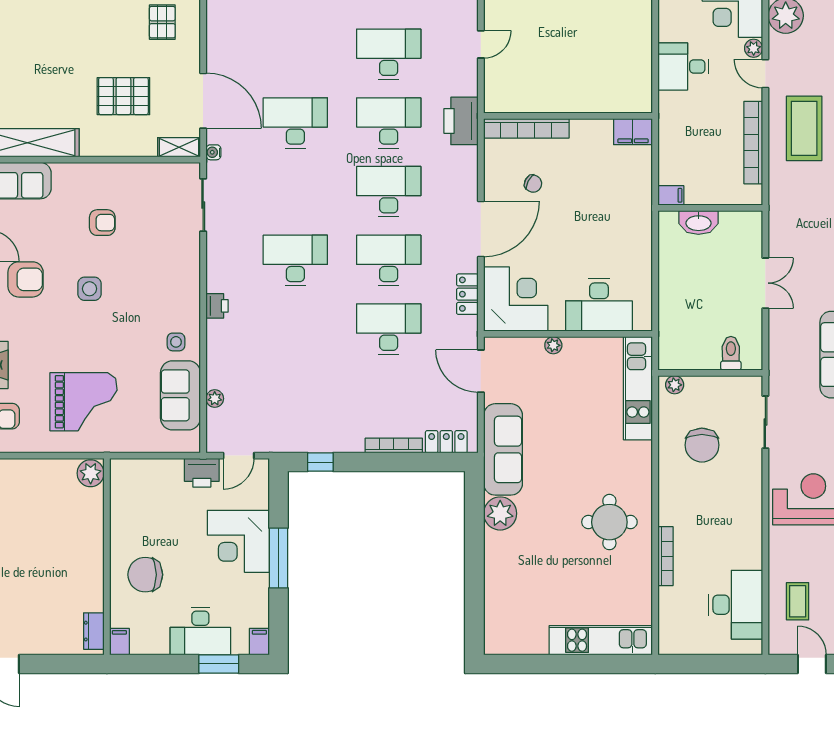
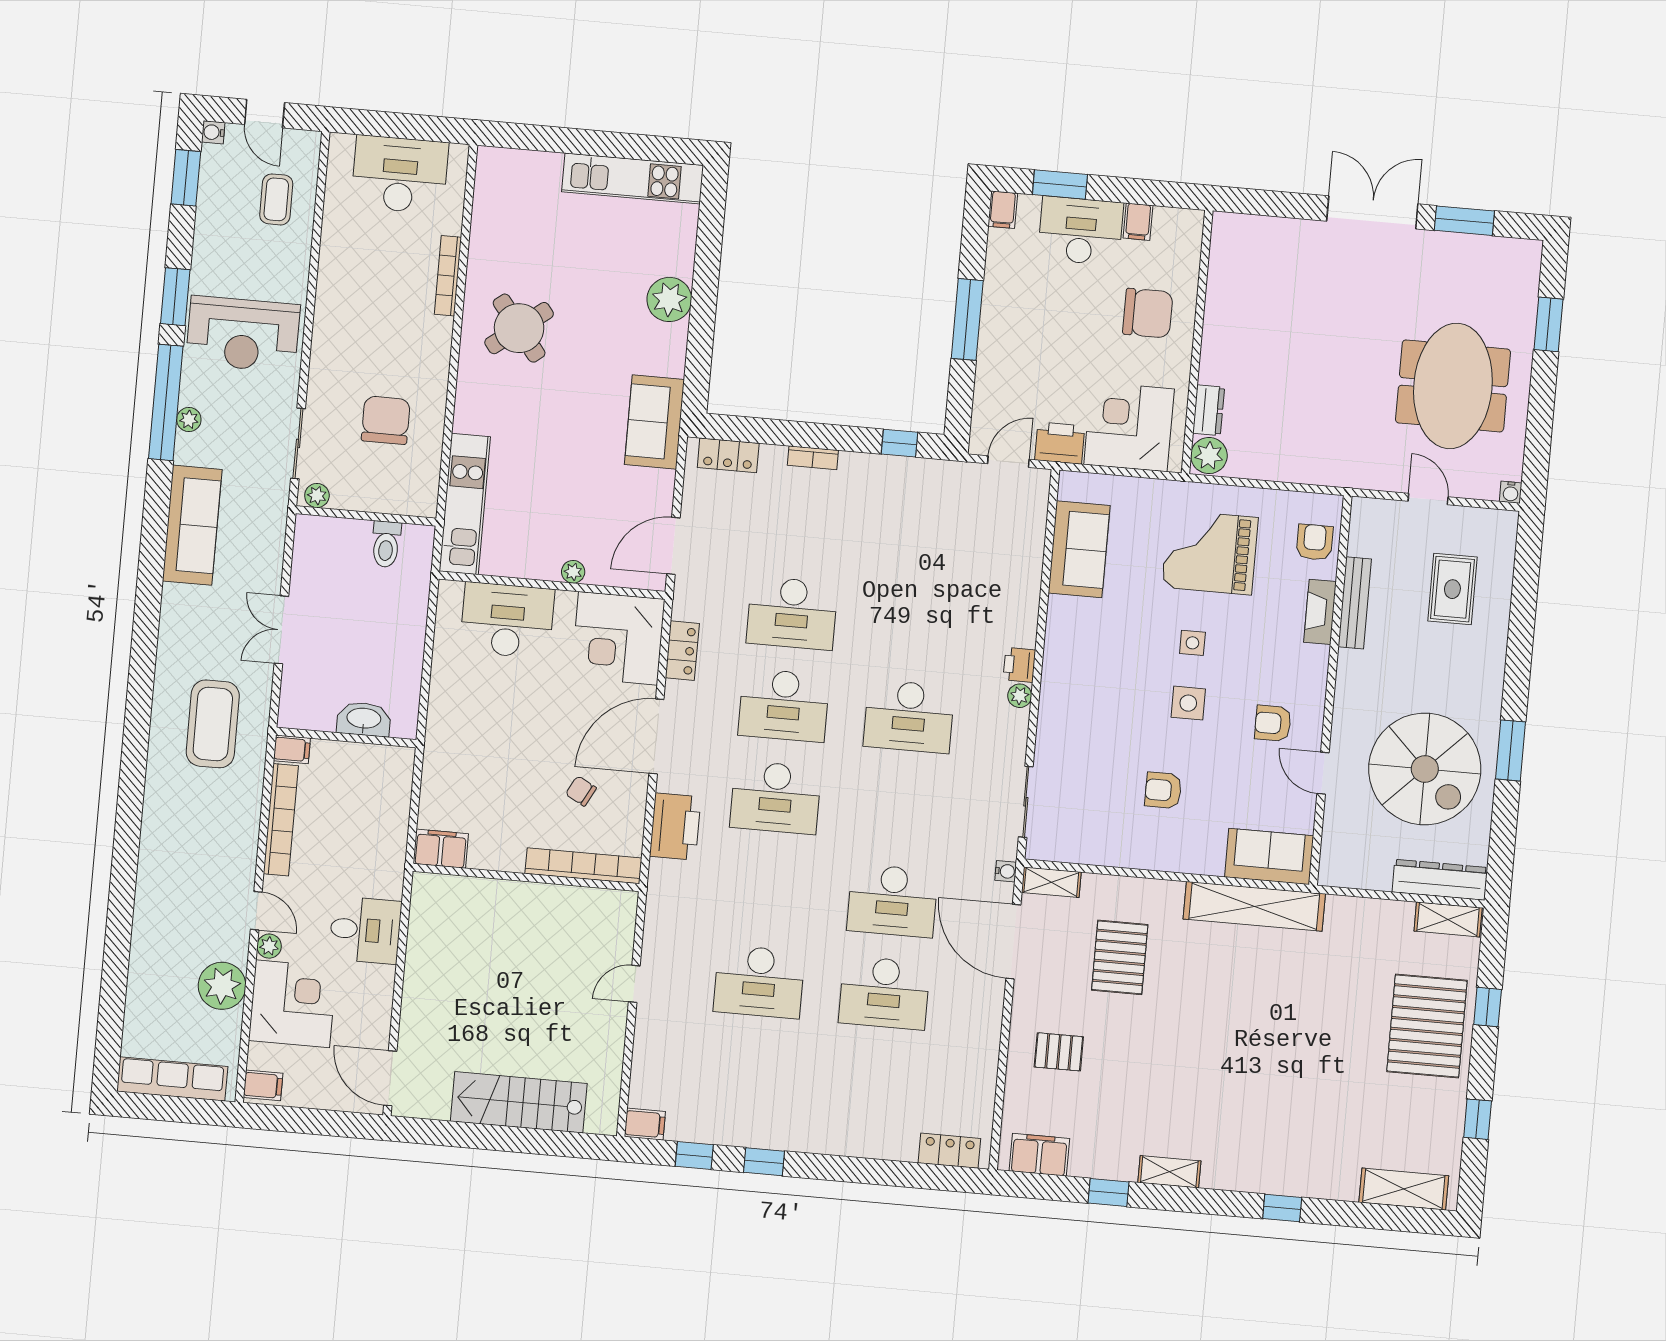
pallet: (162, 22) -> (1059, 1052), turned 90
pallet: (123, 96) -> (1120, 957), turned 90
printer: (461, 121) -> (675, 827), moved
desk: (389, 123) -> (884, 993), moved
coffee table: (804, 128) -> (213, 724), moved
filing cabinet: (671, 195) -> (292, 749), moved, turned 180
armchair: (26, 279) -> (1273, 723), width x0.72, depth x0.72
side table: (176, 342) -> (1192, 643), moved
toilet: (731, 353) -> (386, 544), moved
door: (481, 371) -> (673, 546), swing flipped
plant: (675, 385) -> (317, 496), moved
plant: (215, 399) -> (1020, 696), moved
bookcase: (394, 445) -> (813, 458), width x0.64
sofa: (503, 449) -> (654, 422), width x0.73
plant: (500, 513) -> (669, 299), moved
round table: (609, 522) -> (519, 328), turned -38
corner desk: (238, 541) -> (1129, 427), moved, turned -90
desk: (736, 605) -> (400, 175), moved, turned 90
dresser: (94, 631) -> (1209, 410), moved
kitchen unit: (601, 640) -> (633, 179), moved
filing cabinet: (119, 642) -> (1138, 222), moved

